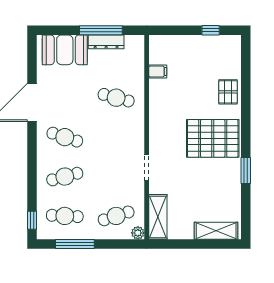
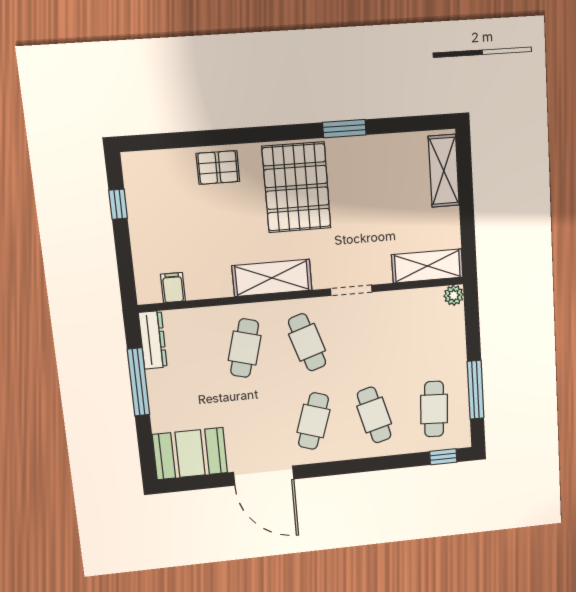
dresser: (106, 42) -> (153, 340), moved
booth: (65, 50) -> (190, 454), moved, turned 90
filing cabinet: (158, 71) -> (173, 288), moved
shelving: (159, 119) -> (272, 278), added
cafe table: (116, 216) -> (307, 342), moved

